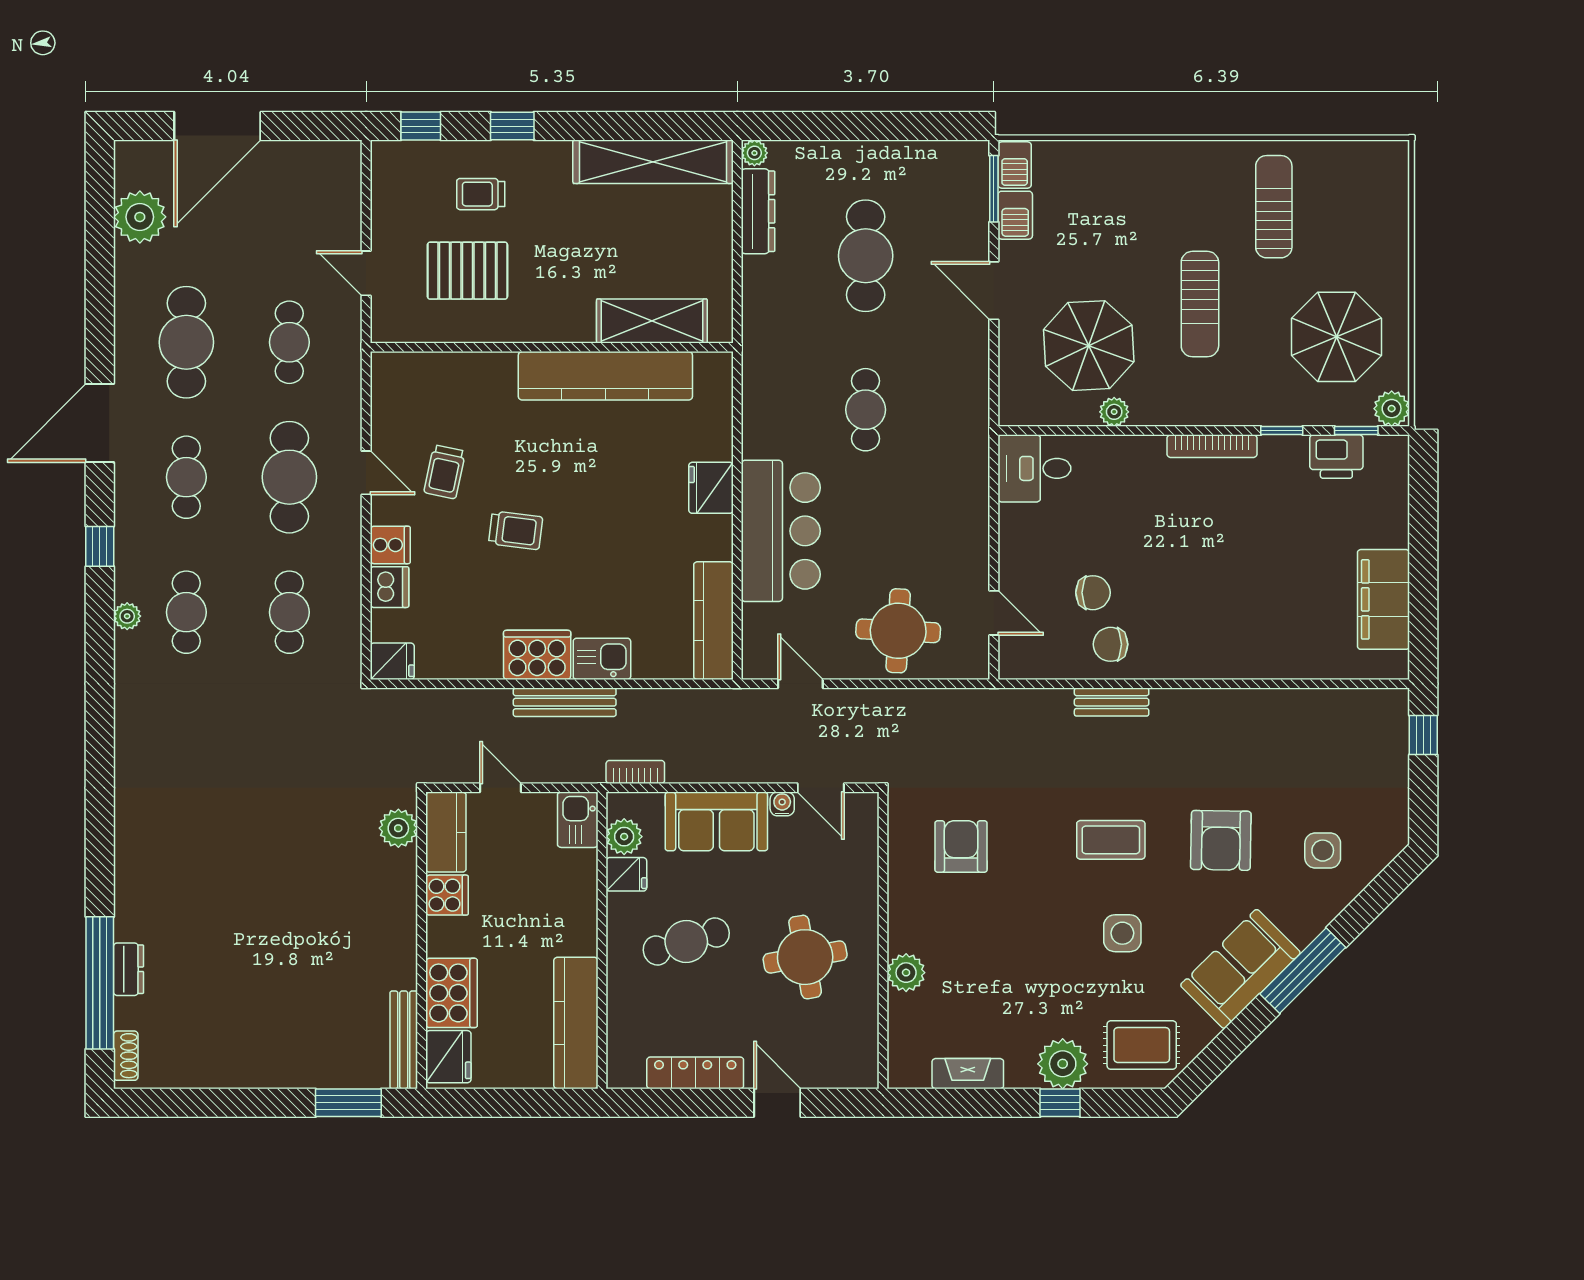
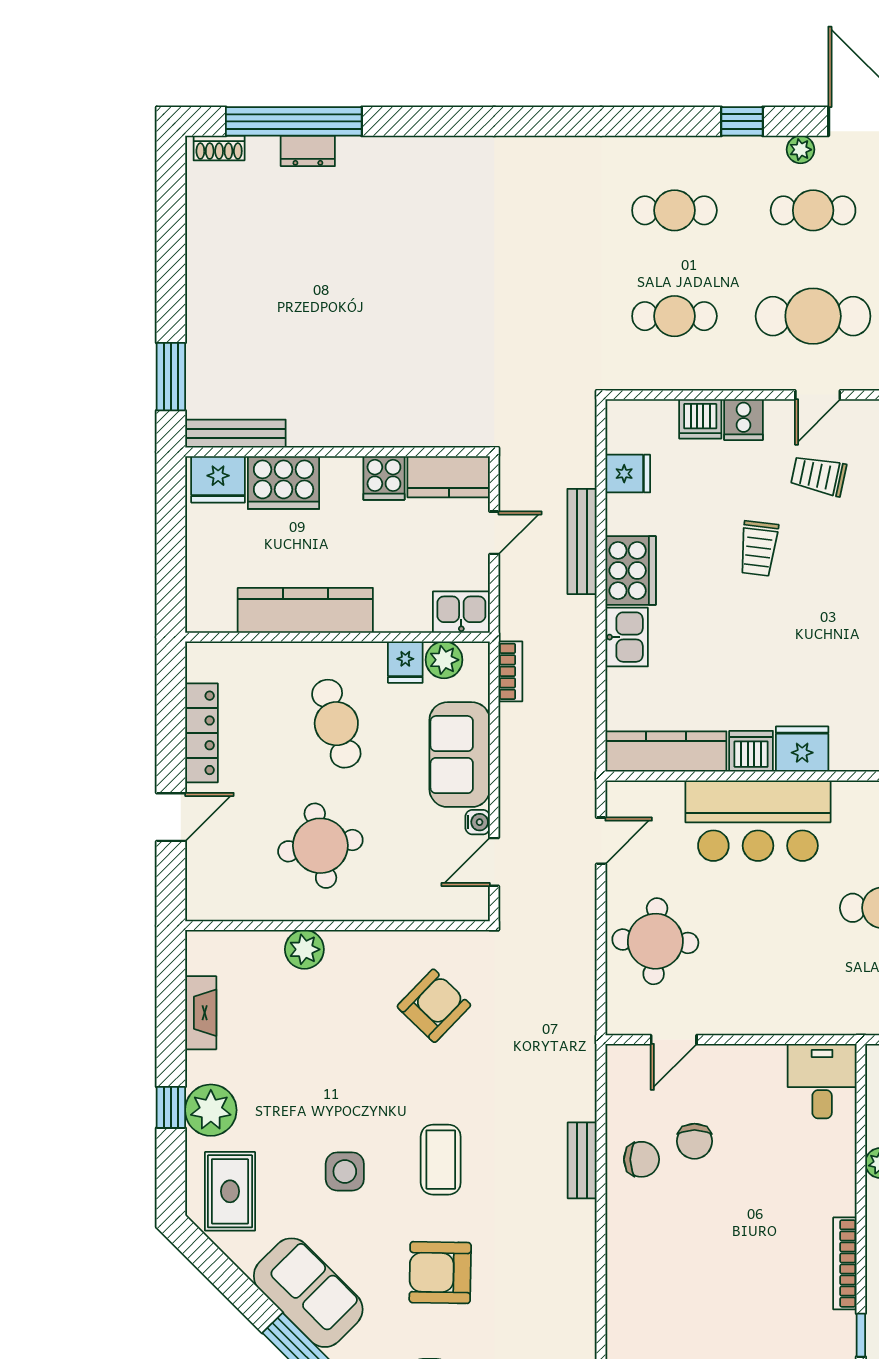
dishwasher: (713, 538) -> (751, 751), added
plant: (127, 616) -> (801, 150), moved
chair: (1111, 644) -> (641, 1159), turned 90
fridge: (392, 661) -> (628, 474), moved, turned -90
bench: (565, 702) -> (582, 541), moved
plant: (398, 828) -> (453, 428), removed
armchair: (961, 846) -> (434, 1006), turned -46
kitchen counter: (576, 1023) -> (305, 610), moved

